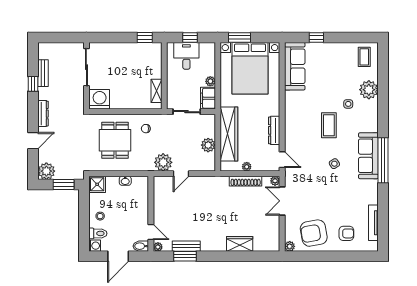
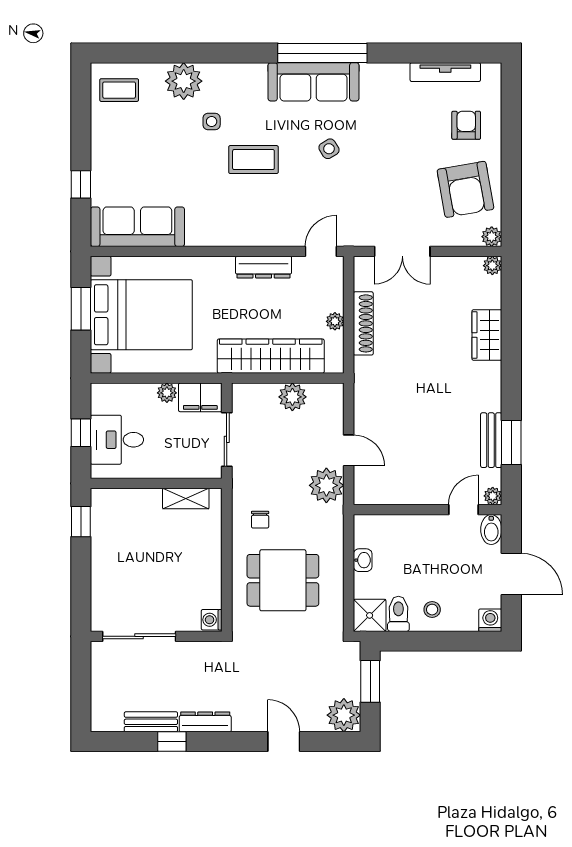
window: (239, 38) -> (81, 309), moved
washing machine: (100, 99) -> (212, 620), width x0.53, depth x0.53
dresser: (43, 114) -> (205, 722), moved
plant: (275, 181) -> (492, 266), moved
toilet: (98, 233) -> (398, 614), moved

